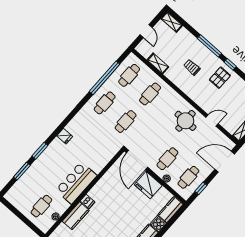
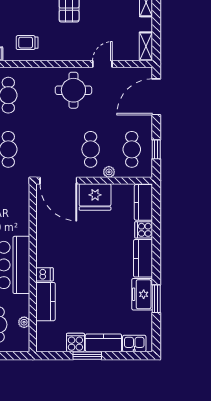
trolley: (192, 67) -> (27, 43), moved

